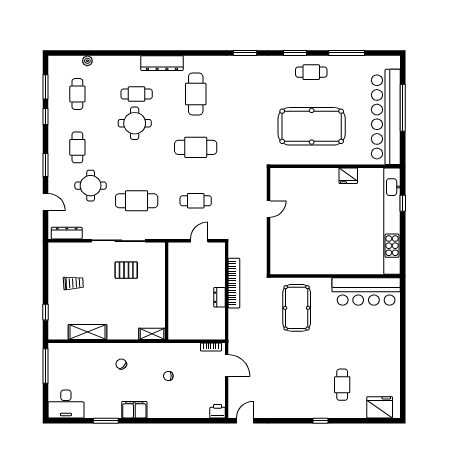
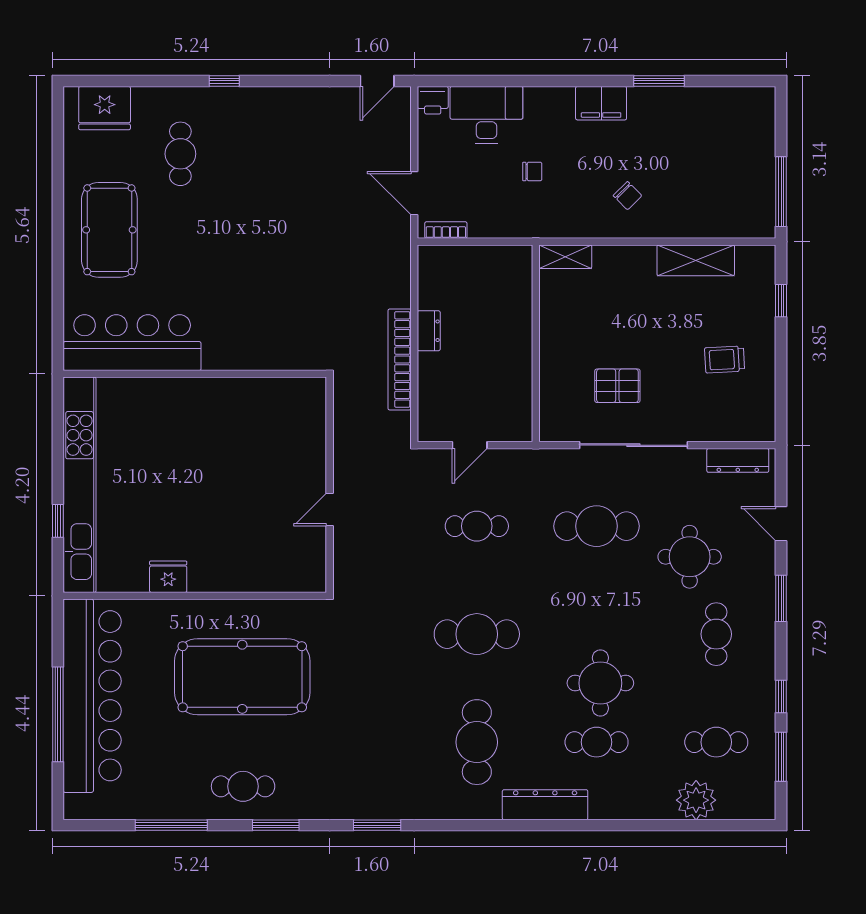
plant: (87, 61) -> (696, 800), width x1.87, depth x1.87
cafe table: (77, 94) -> (716, 742), turned 90
pool table: (297, 308) -> (109, 230), moved
desk: (66, 404) -> (486, 115), moved

